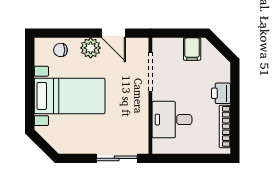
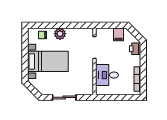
door: (114, 33) -> (73, 25), removed
printer: (221, 93) -> (135, 49), moved
sliding door: (117, 158) -> (64, 97), moved

